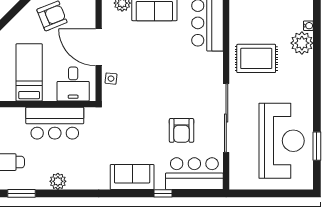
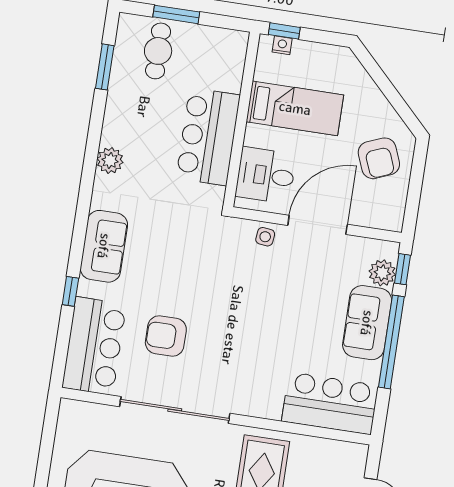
plant: (58, 181) -> (110, 161), moved

